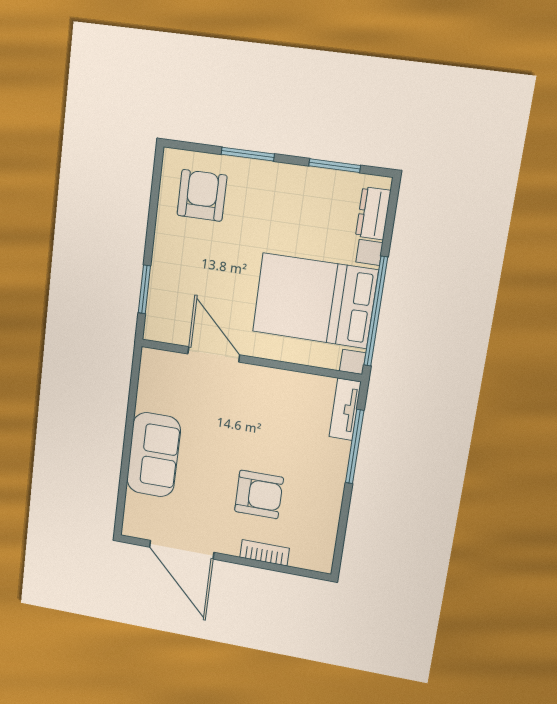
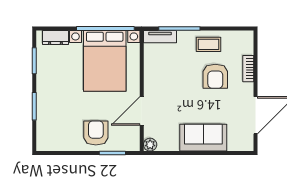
armchair: (202, 195) -> (96, 133), moved, turned 90
plant: (152, 360) -> (150, 145), added
coffee table: (318, 493) -> (208, 44), added
armchair: (259, 494) -> (215, 76), turned 180

